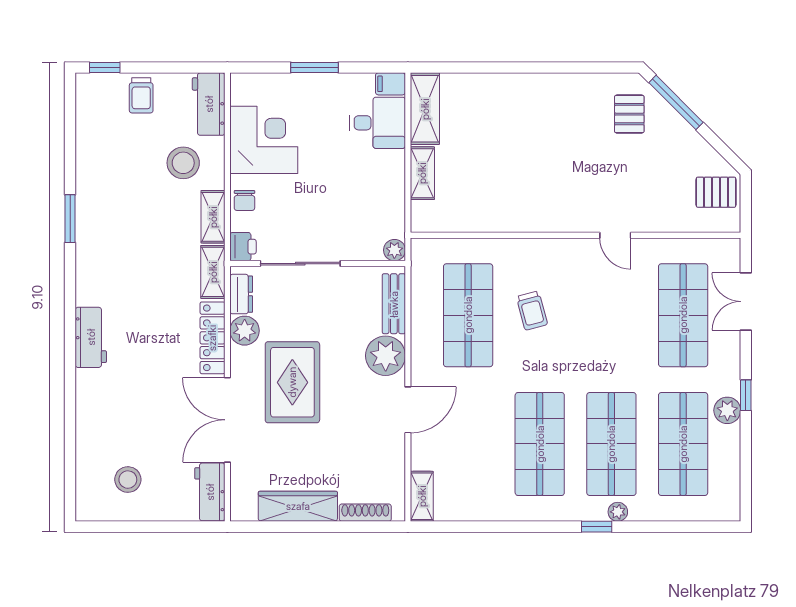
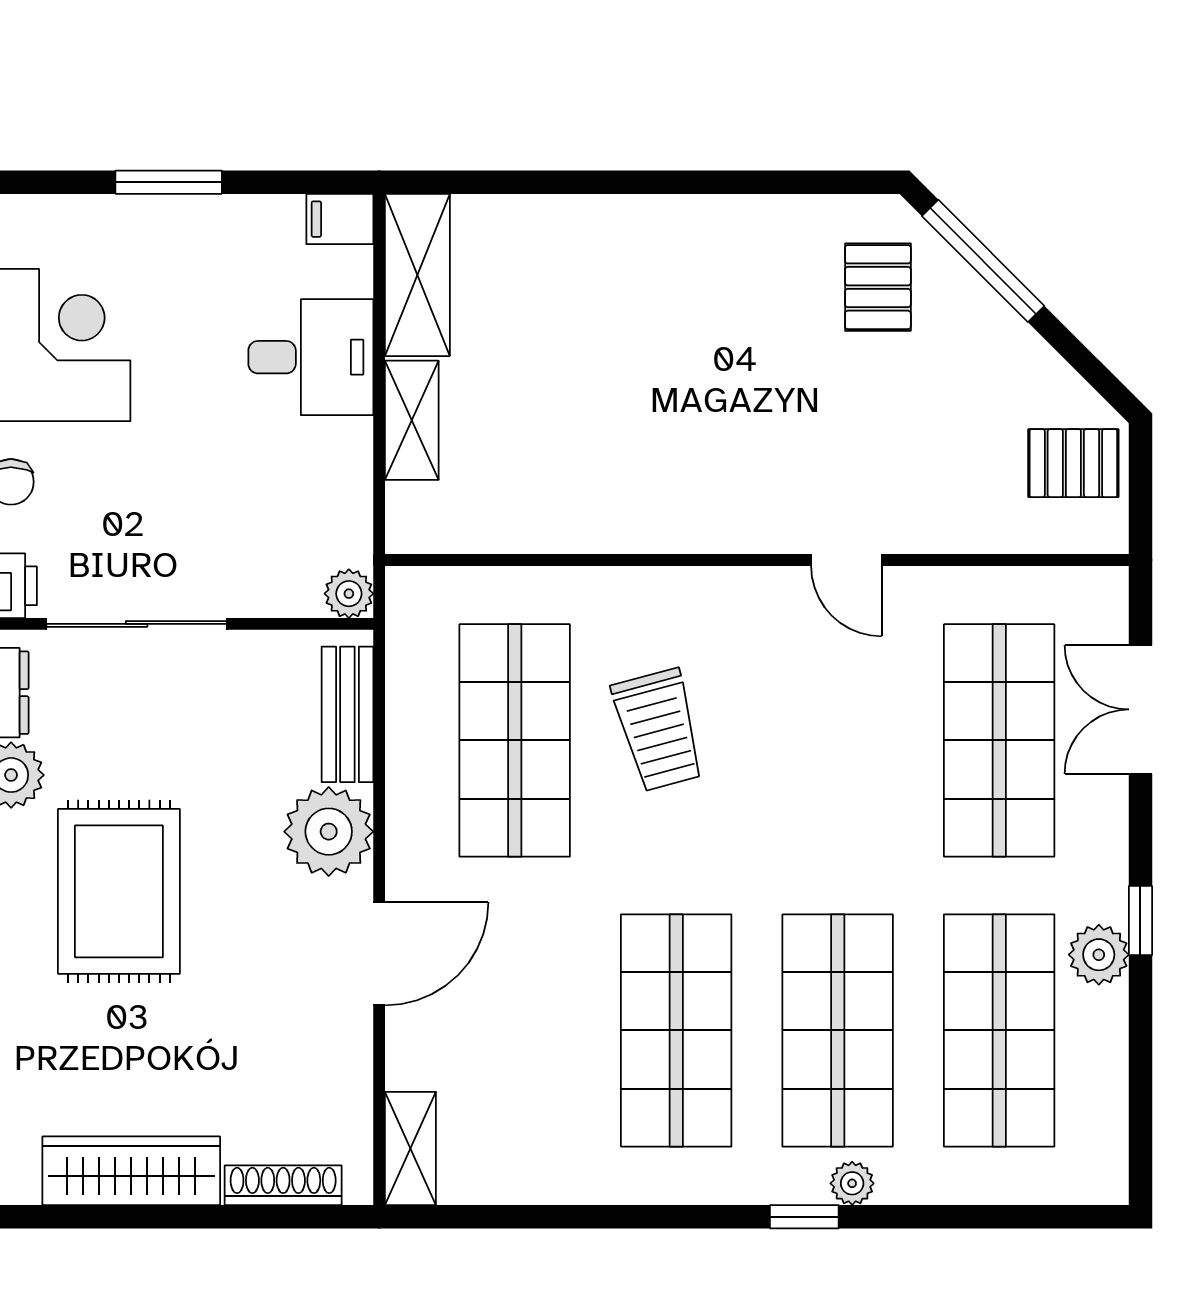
desk: (378, 123) -> (311, 357), moved
trolley: (532, 311) -> (659, 730), width x1.36, depth x1.39

